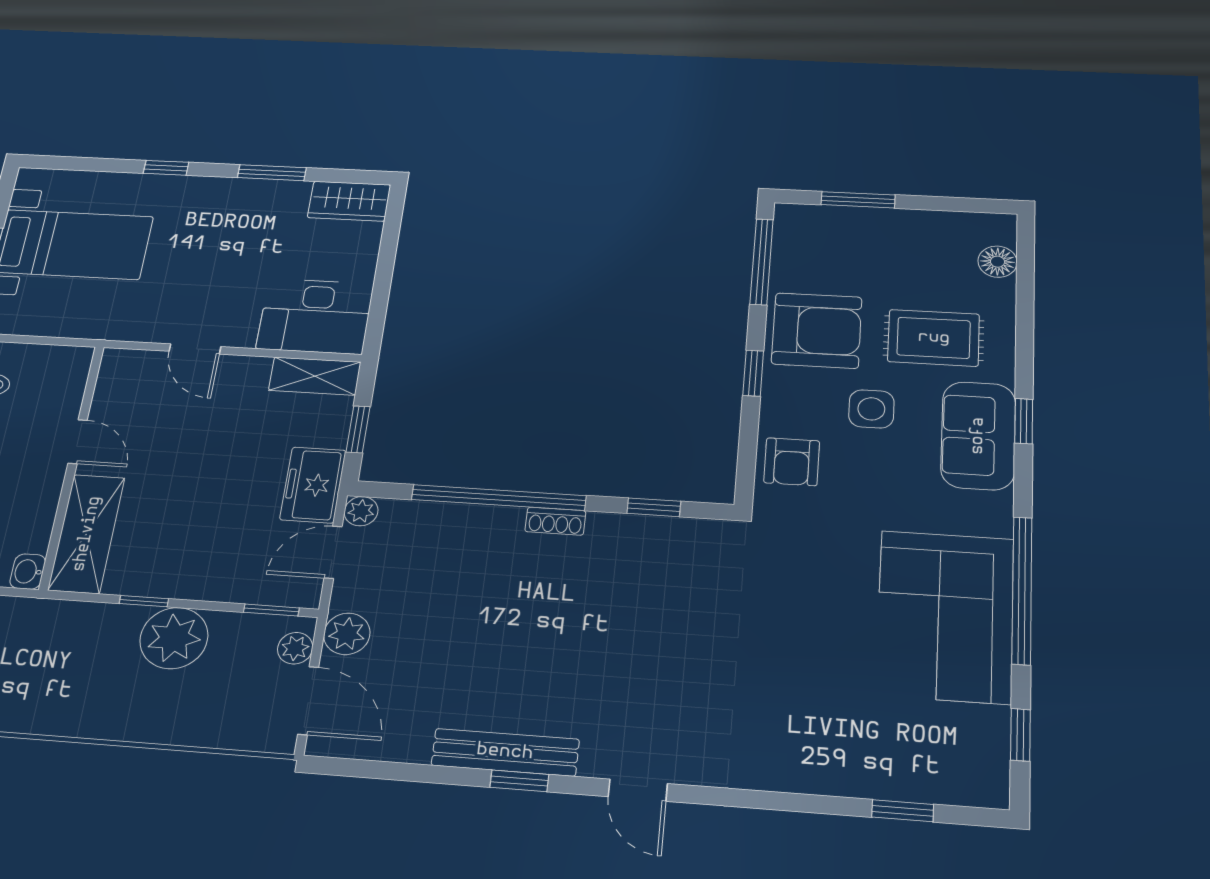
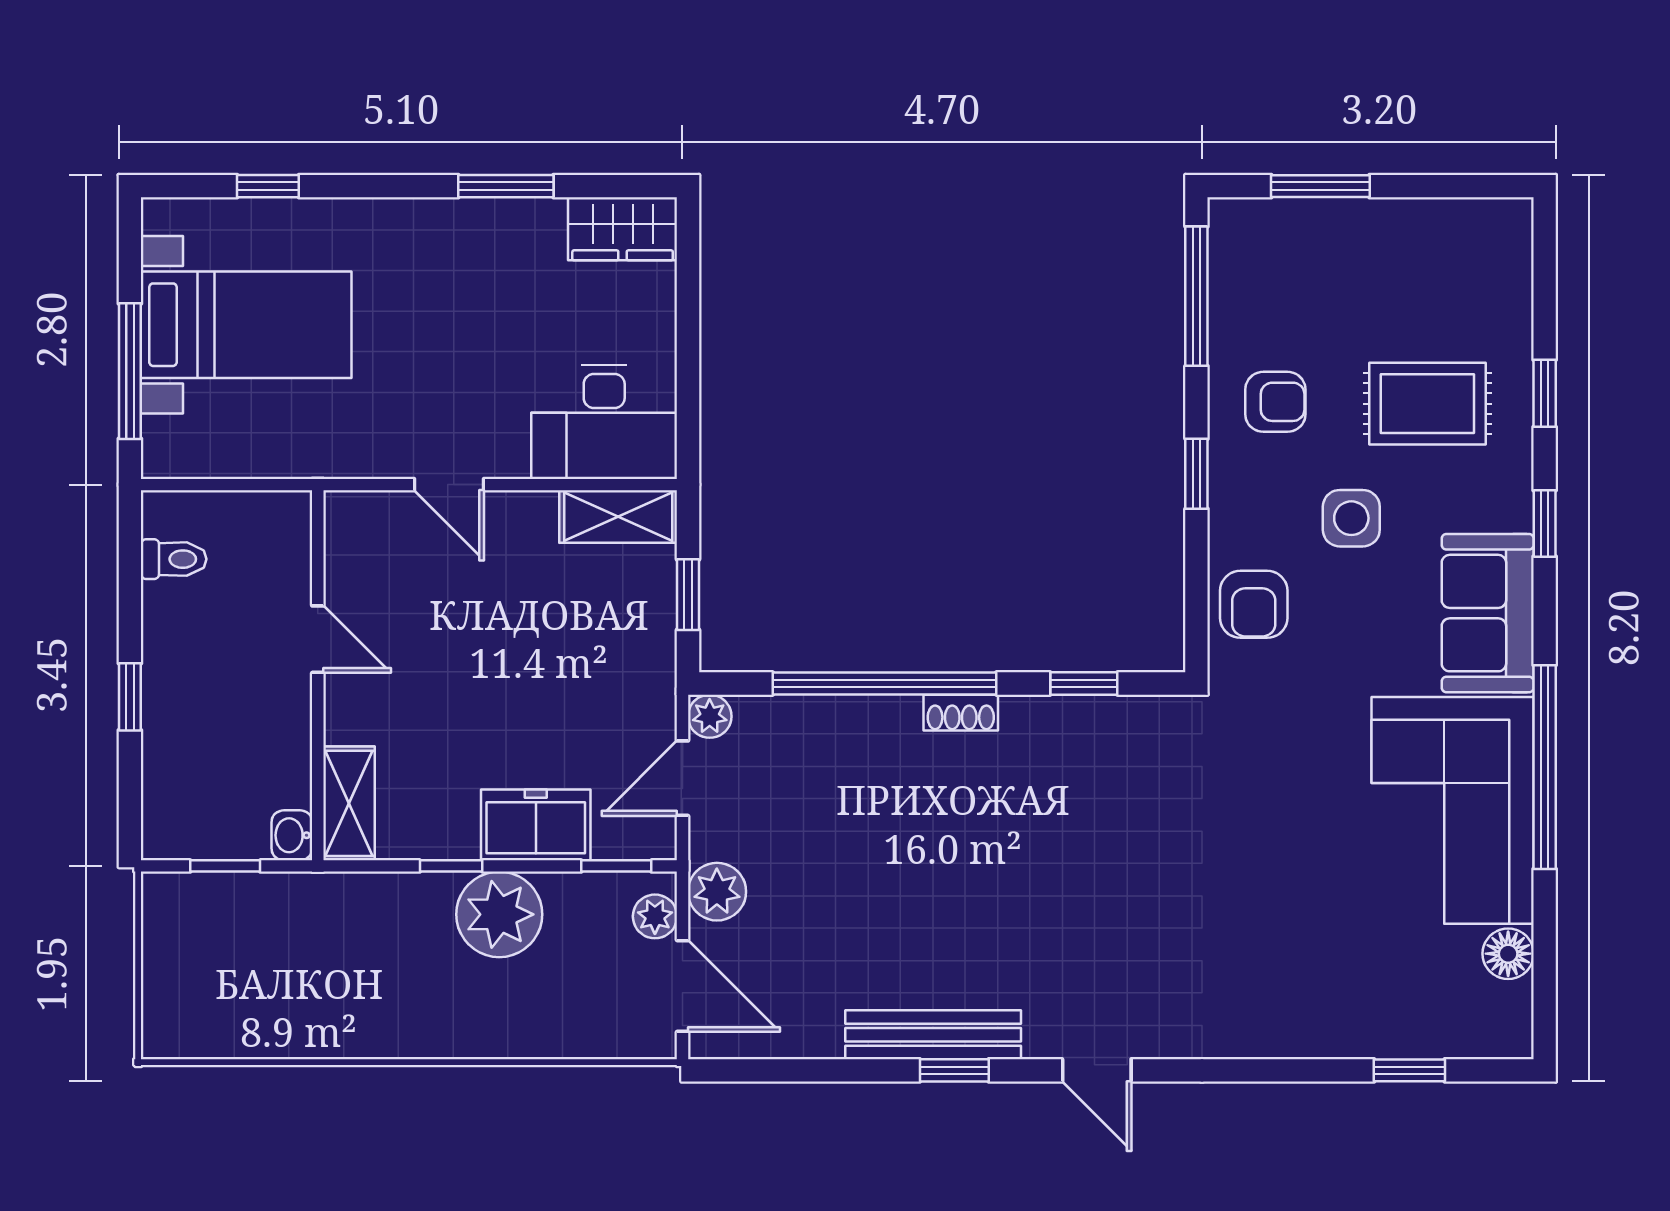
window: (166, 168) -> (268, 186), moved
floor lamp: (998, 262) -> (1508, 954), moved
armchair: (817, 330) -> (1275, 402), width x0.53, depth x0.53
sofa: (978, 436) -> (1488, 613), moved
freezer: (313, 485) -> (536, 825), moved, turned 90
shelving: (87, 534) -> (349, 803), width x0.67, depth x0.75
window: (1020, 735) -> (1545, 393), moved

